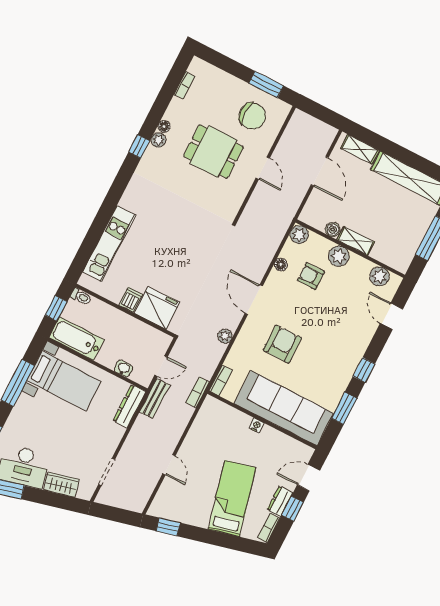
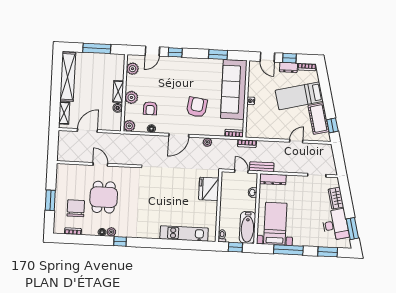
window: (266, 85) -> (50, 200), moved
chair: (252, 116) -> (76, 208), moved
door: (263, 168) -> (100, 164), hinge flipped
dishwasher: (131, 300) -> (211, 206), removed
armchair: (282, 344) -> (197, 107), turned 98
window: (364, 370) -> (175, 52), moved
cot: (187, 511) -> (319, 119), added

